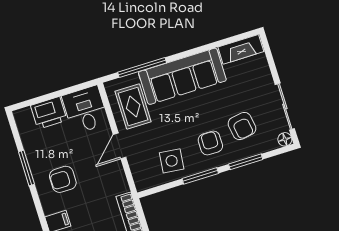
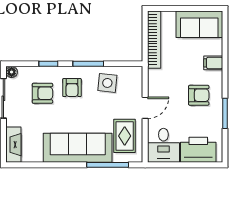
fireplace: (241, 49) -> (13, 145), moved, turned 90
printer: (49, 113) -> (198, 150), width x1.37, depth x1.19
armchair: (242, 126) -> (42, 93), turned 99
window: (246, 162) -> (48, 64), width x0.67

